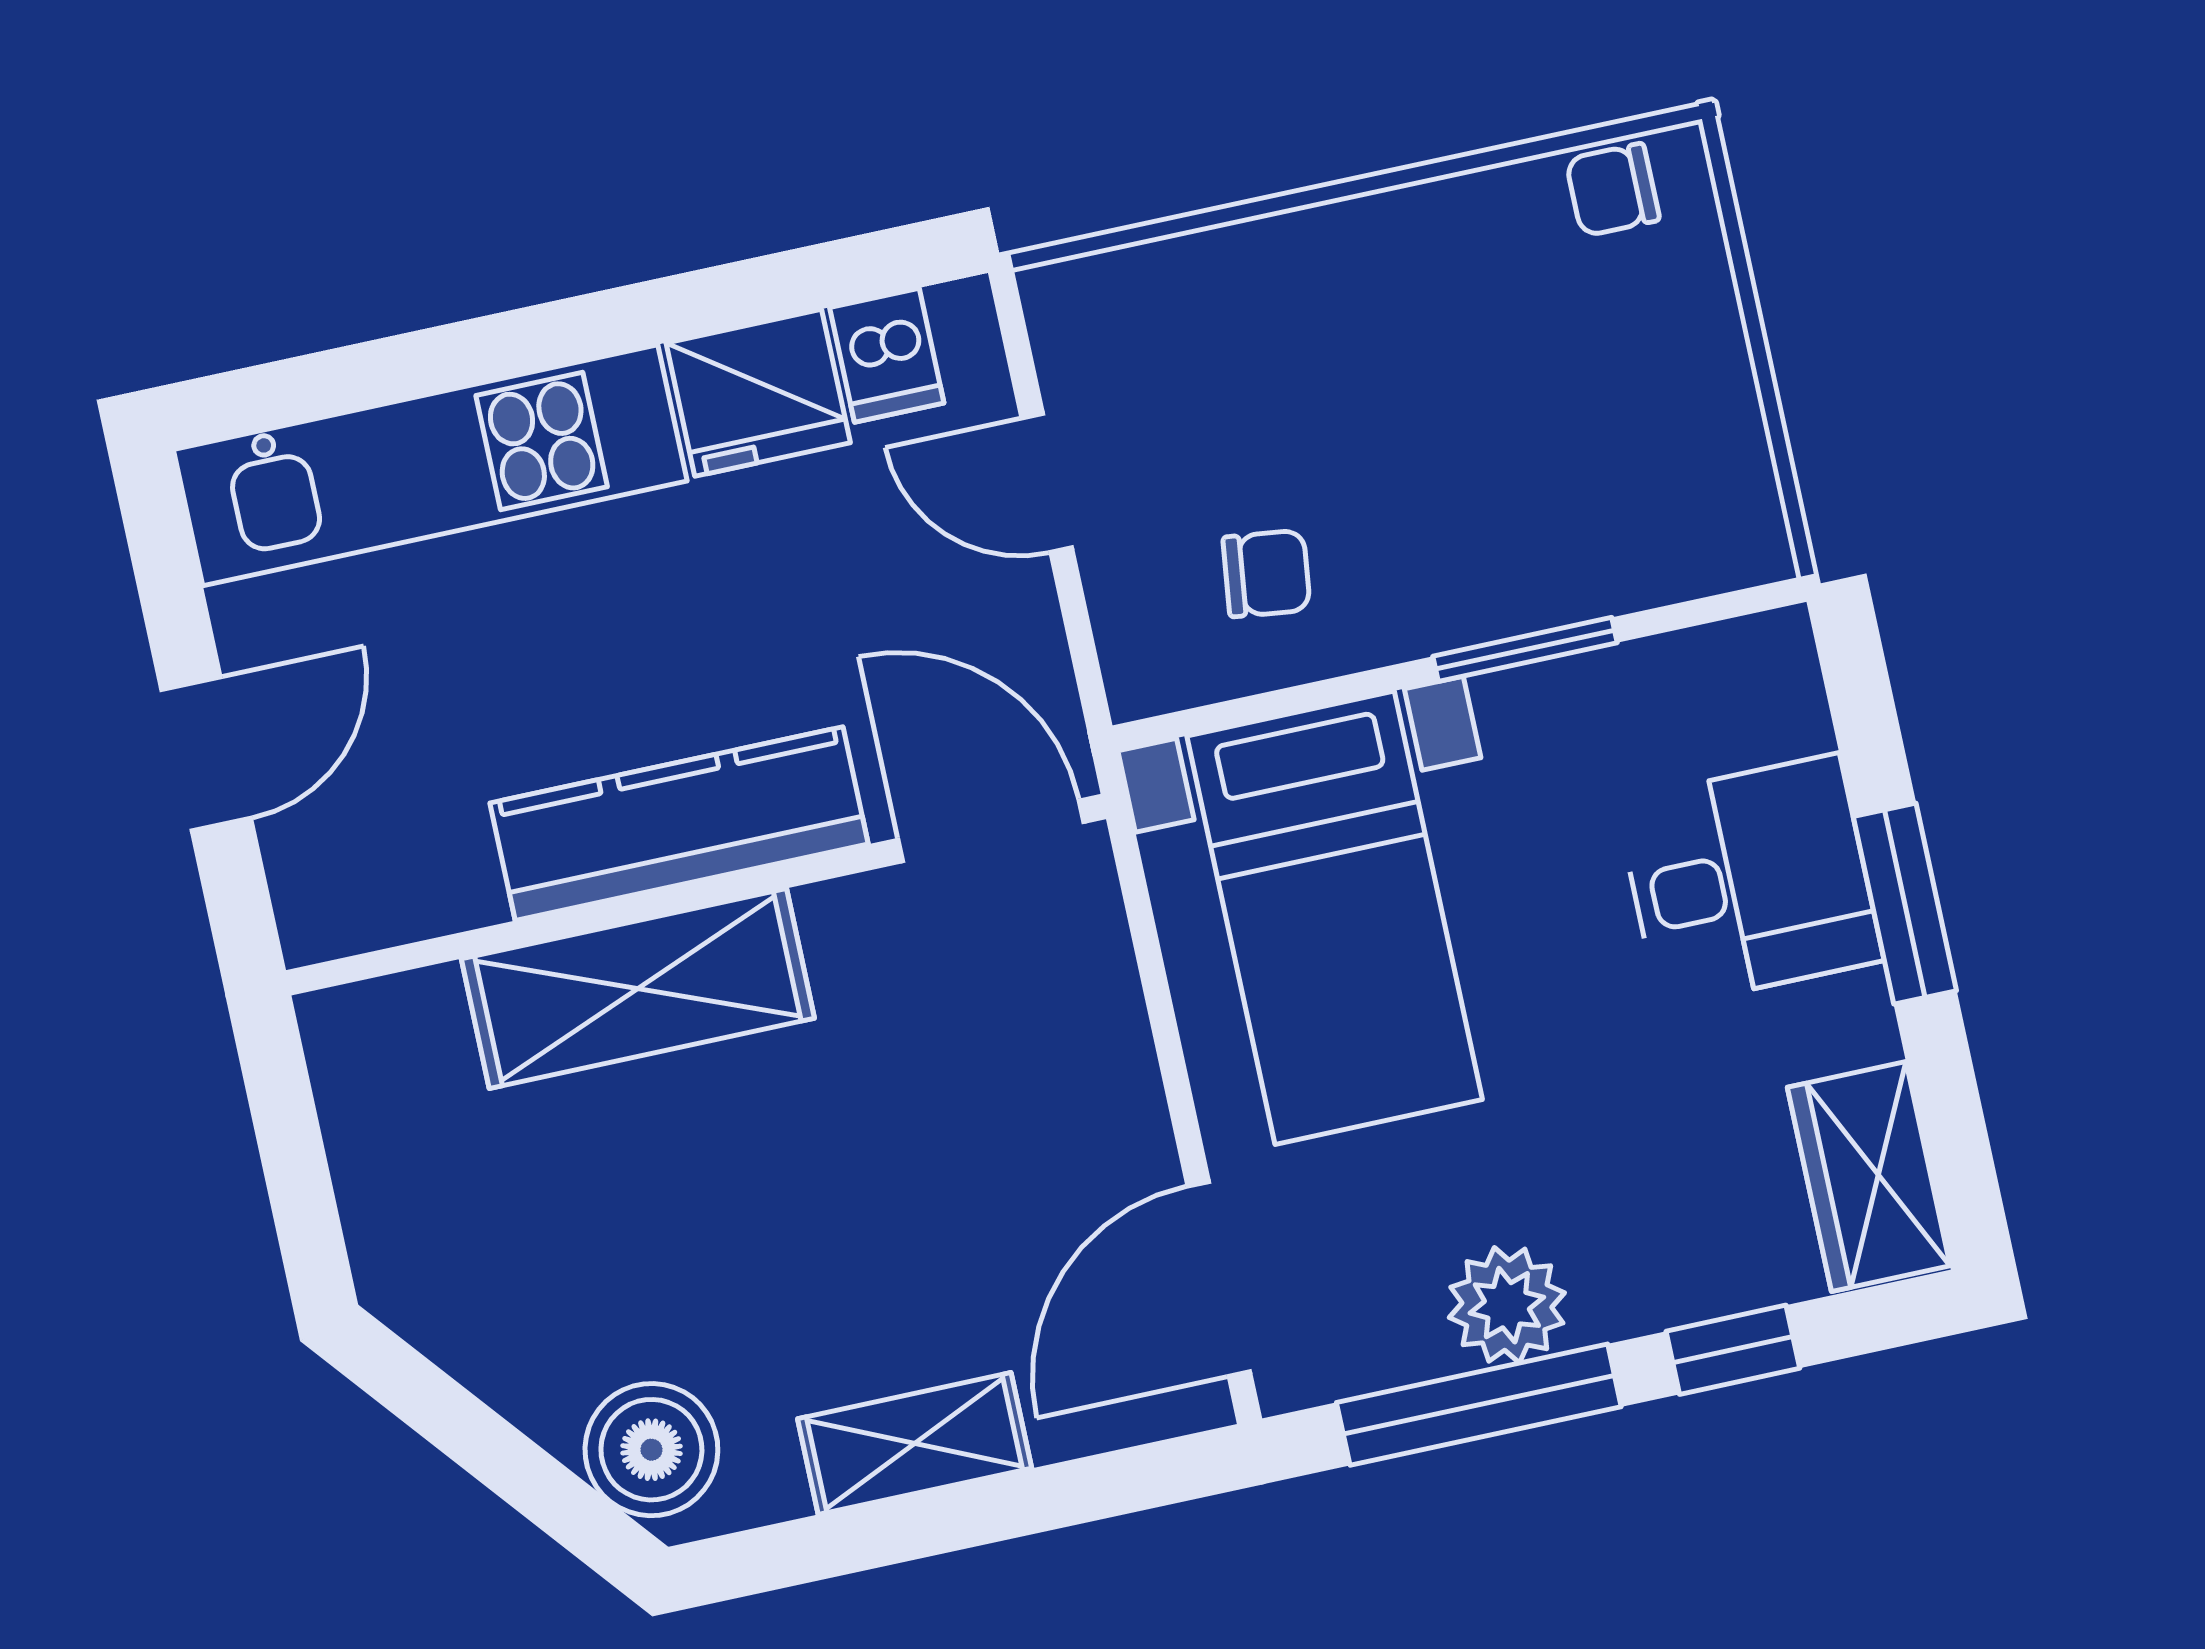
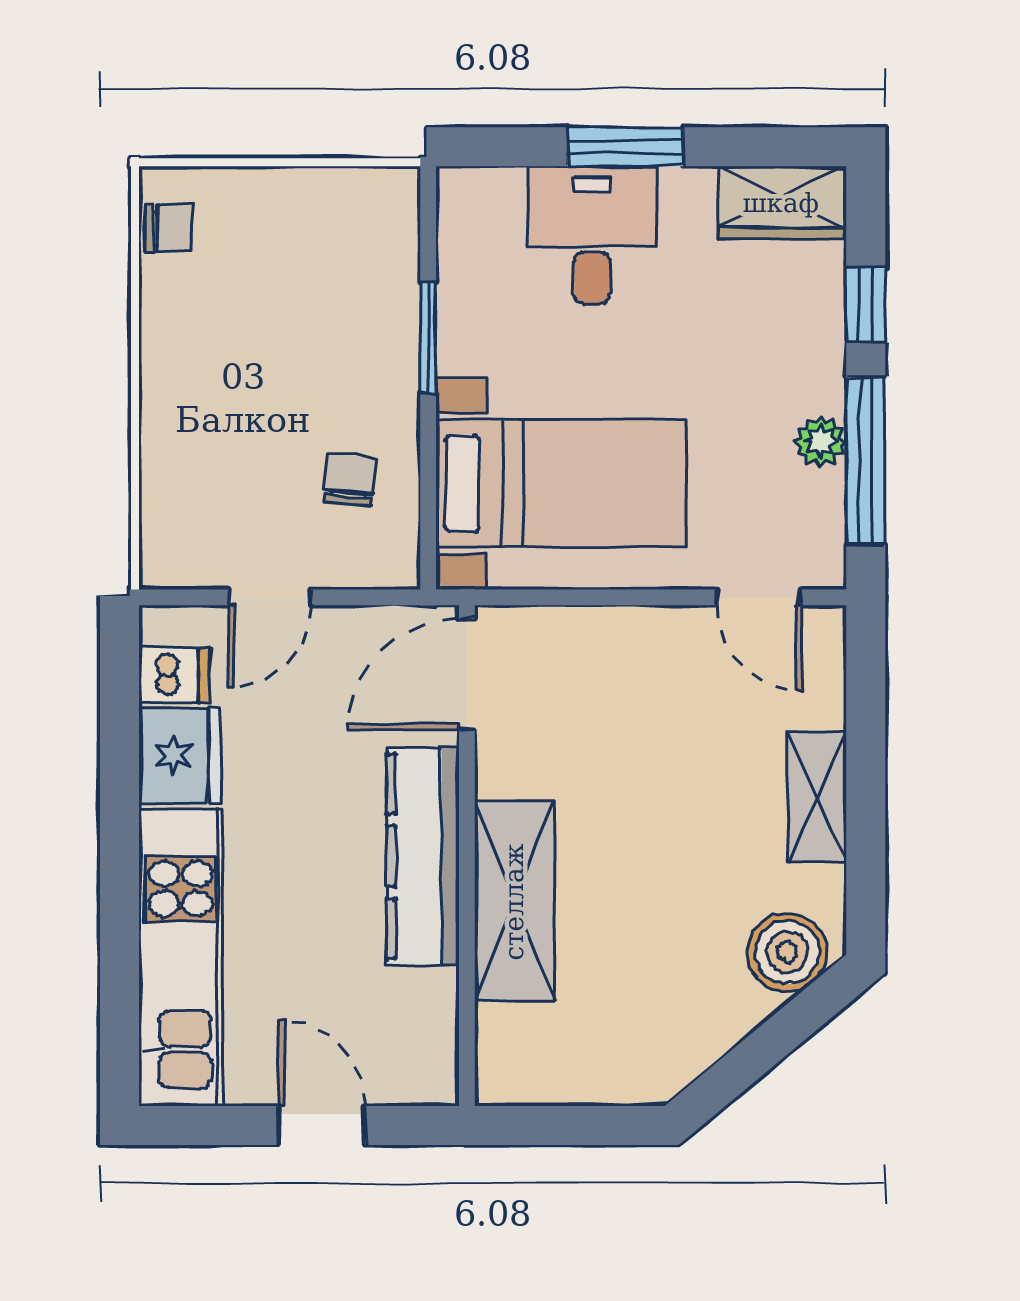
chair: (1613, 190) -> (169, 228), turned -90
door: (1219, 1279) -> (759, 597), width x0.73
plant: (1507, 1305) -> (821, 441), width x0.73, depth x0.73

